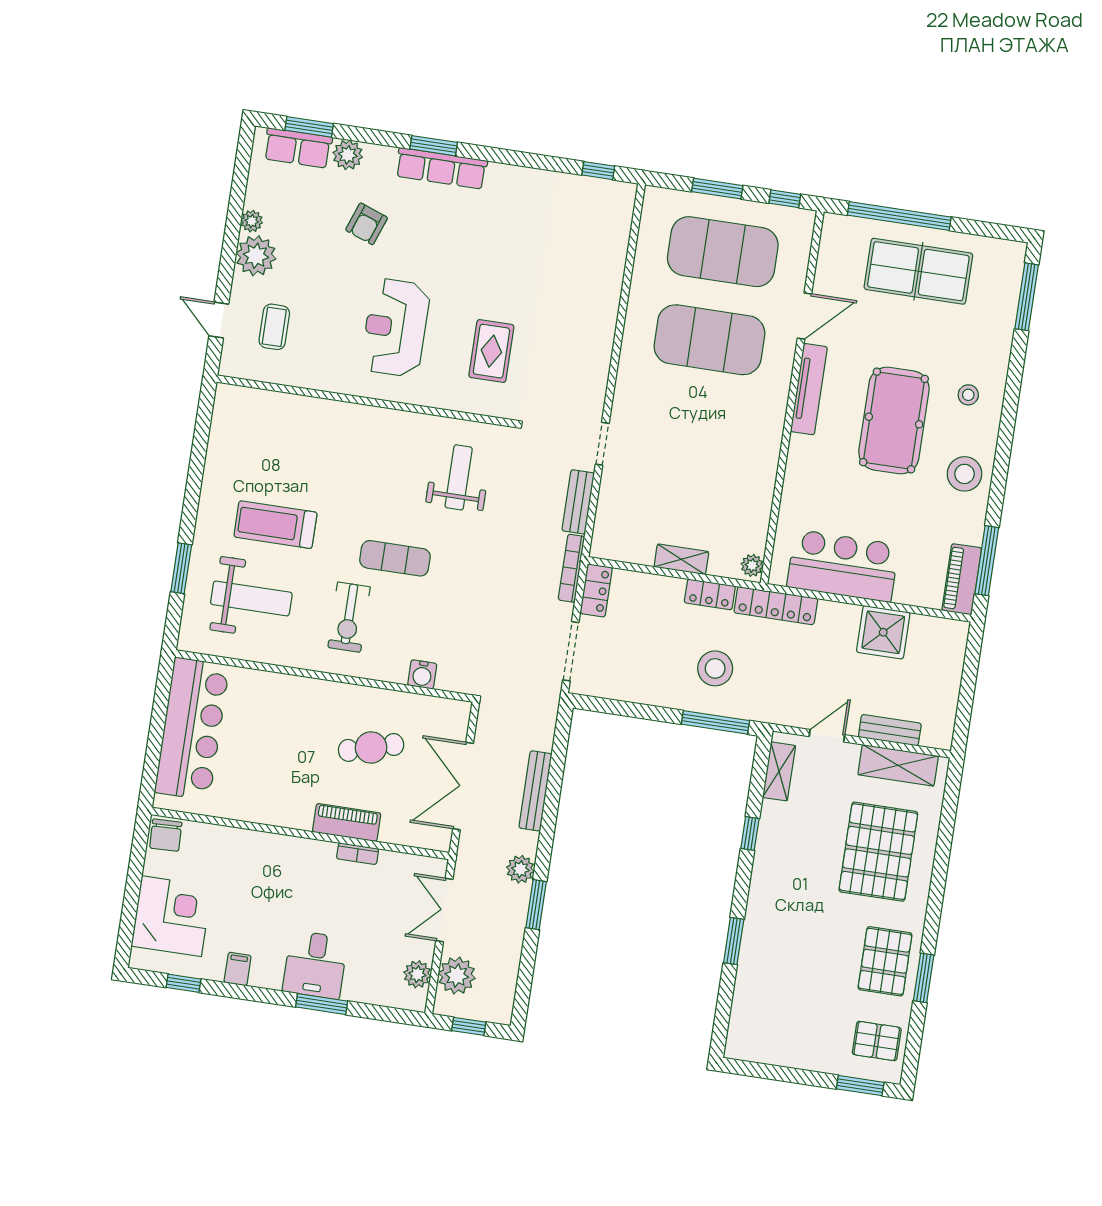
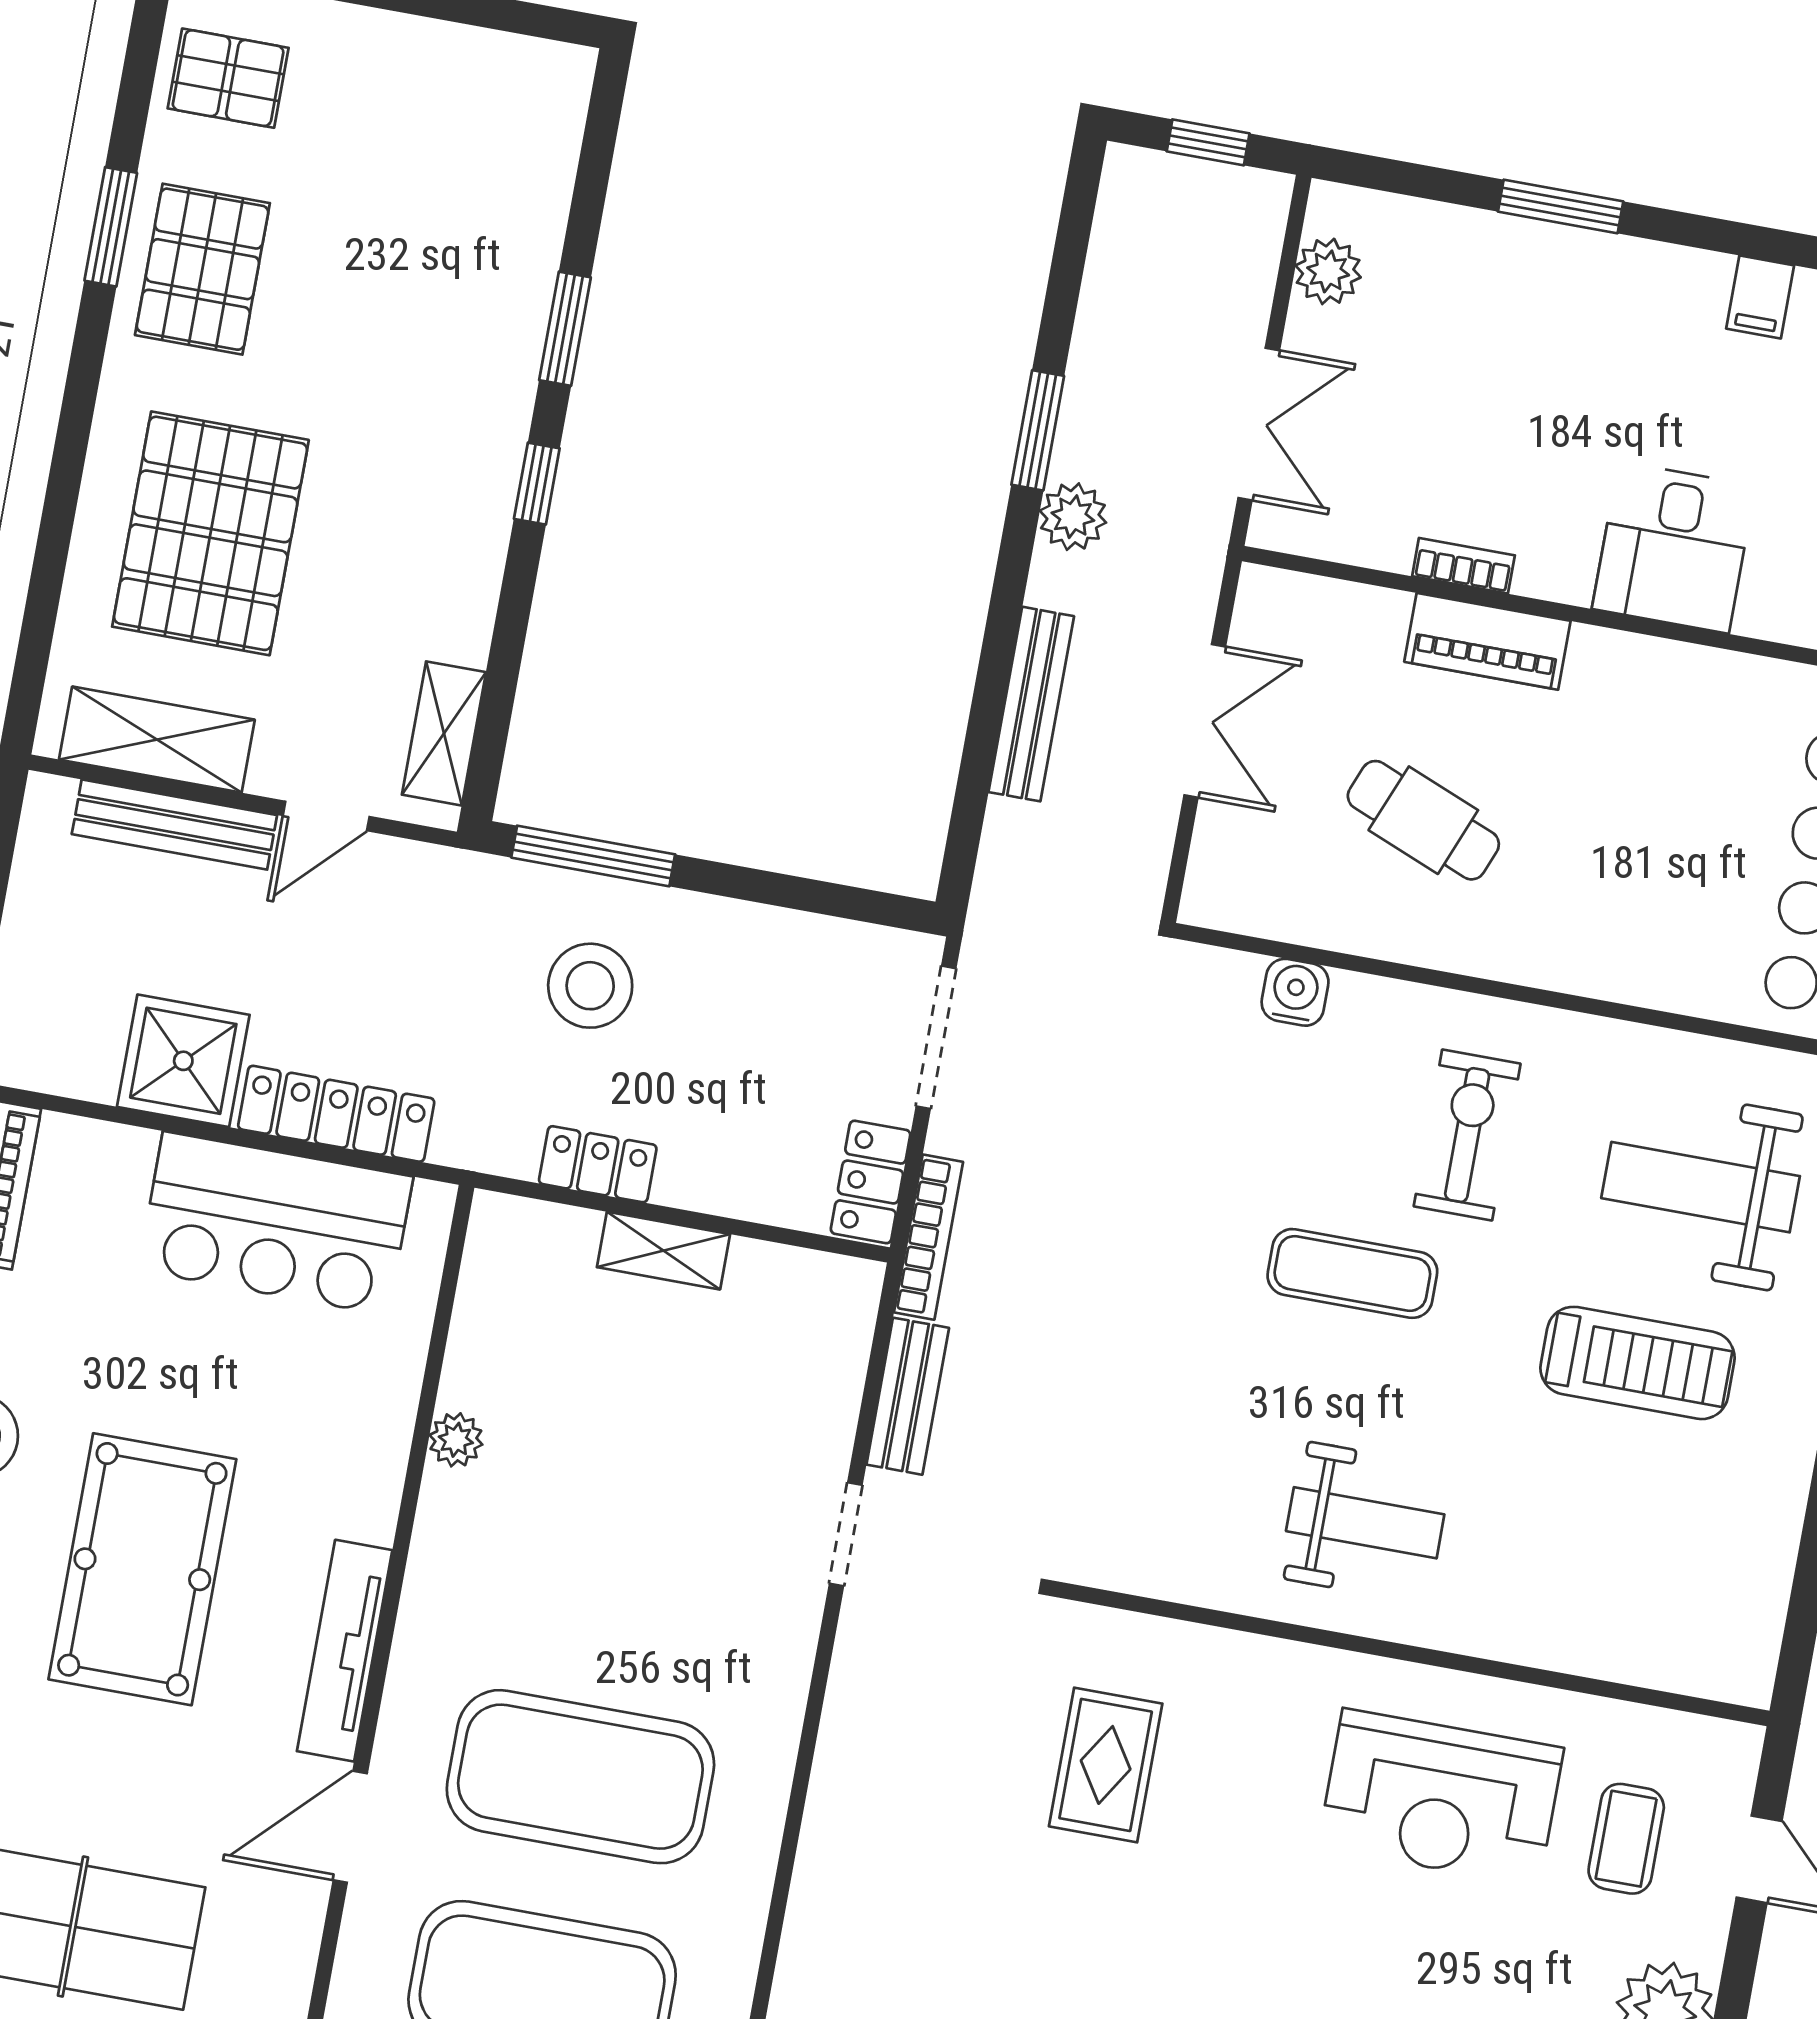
reception desk: (396, 328) -> (1441, 1797), moved, turned 90
weight bench: (459, 477) -> (1365, 1523), moved, turned -90
plant: (752, 565) -> (456, 1440), moved
locker: (776, 606) -> (336, 1114), moved
bench: (890, 730) -> (174, 825), width x1.36
cafe table: (371, 747) -> (1423, 820), turned 38
double door: (463, 786) -> (1205, 721), width x0.73
window: (750, 833) -> (537, 484), moved
desk: (315, 965) -> (1674, 547), moved, turned 180
plant: (457, 976) -> (1233, 266), removed

